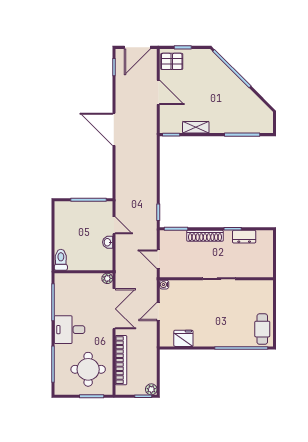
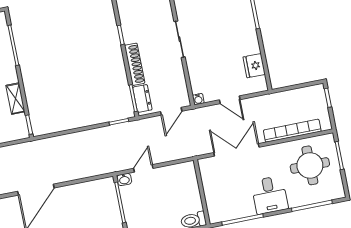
dresser: (244, 237) -> (142, 98), moved
washbasin: (108, 242) -> (124, 179), moved
plant: (107, 278) -> (204, 164), removed
plant: (151, 389) -> (318, 90), removed

